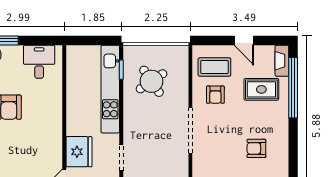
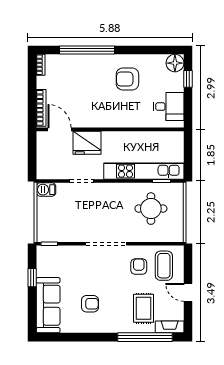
door: (244, 40) -> (188, 292), hinge flipped
round table: (152, 81) -> (151, 209), turned 34
armchair: (215, 95) -> (139, 267), turned 90
armchair: (256, 148) -> (90, 304), turned 90

